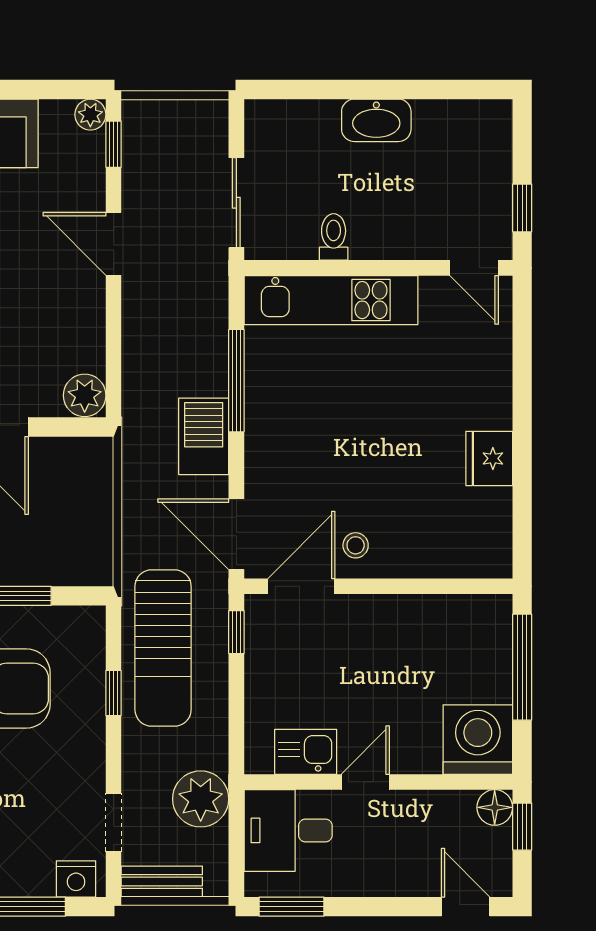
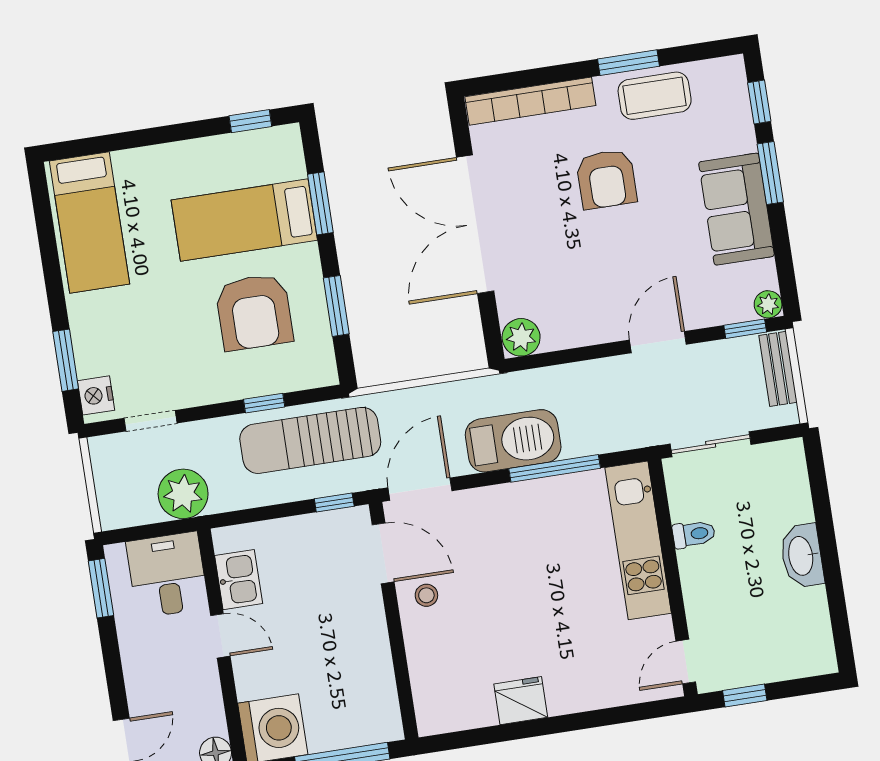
barbecue: (204, 436) -> (513, 441), width x1.37, depth x1.21
bench: (162, 882) -> (778, 369), moved

